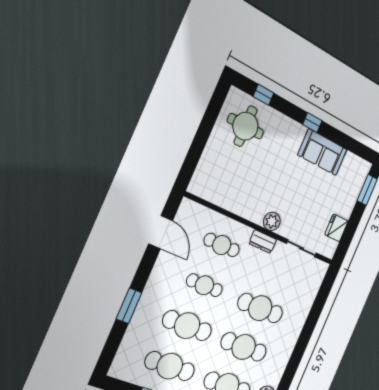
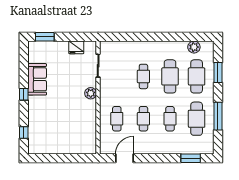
round table: (245, 126) -> (46, 135), removed
dresser: (263, 242) -> (104, 94), removed
window: (129, 306) -> (191, 158), moved
cafe table: (260, 308) -> (143, 76), width x0.73, depth x0.74
cafe table: (187, 326) -> (170, 119), width x0.73, depth x0.74

